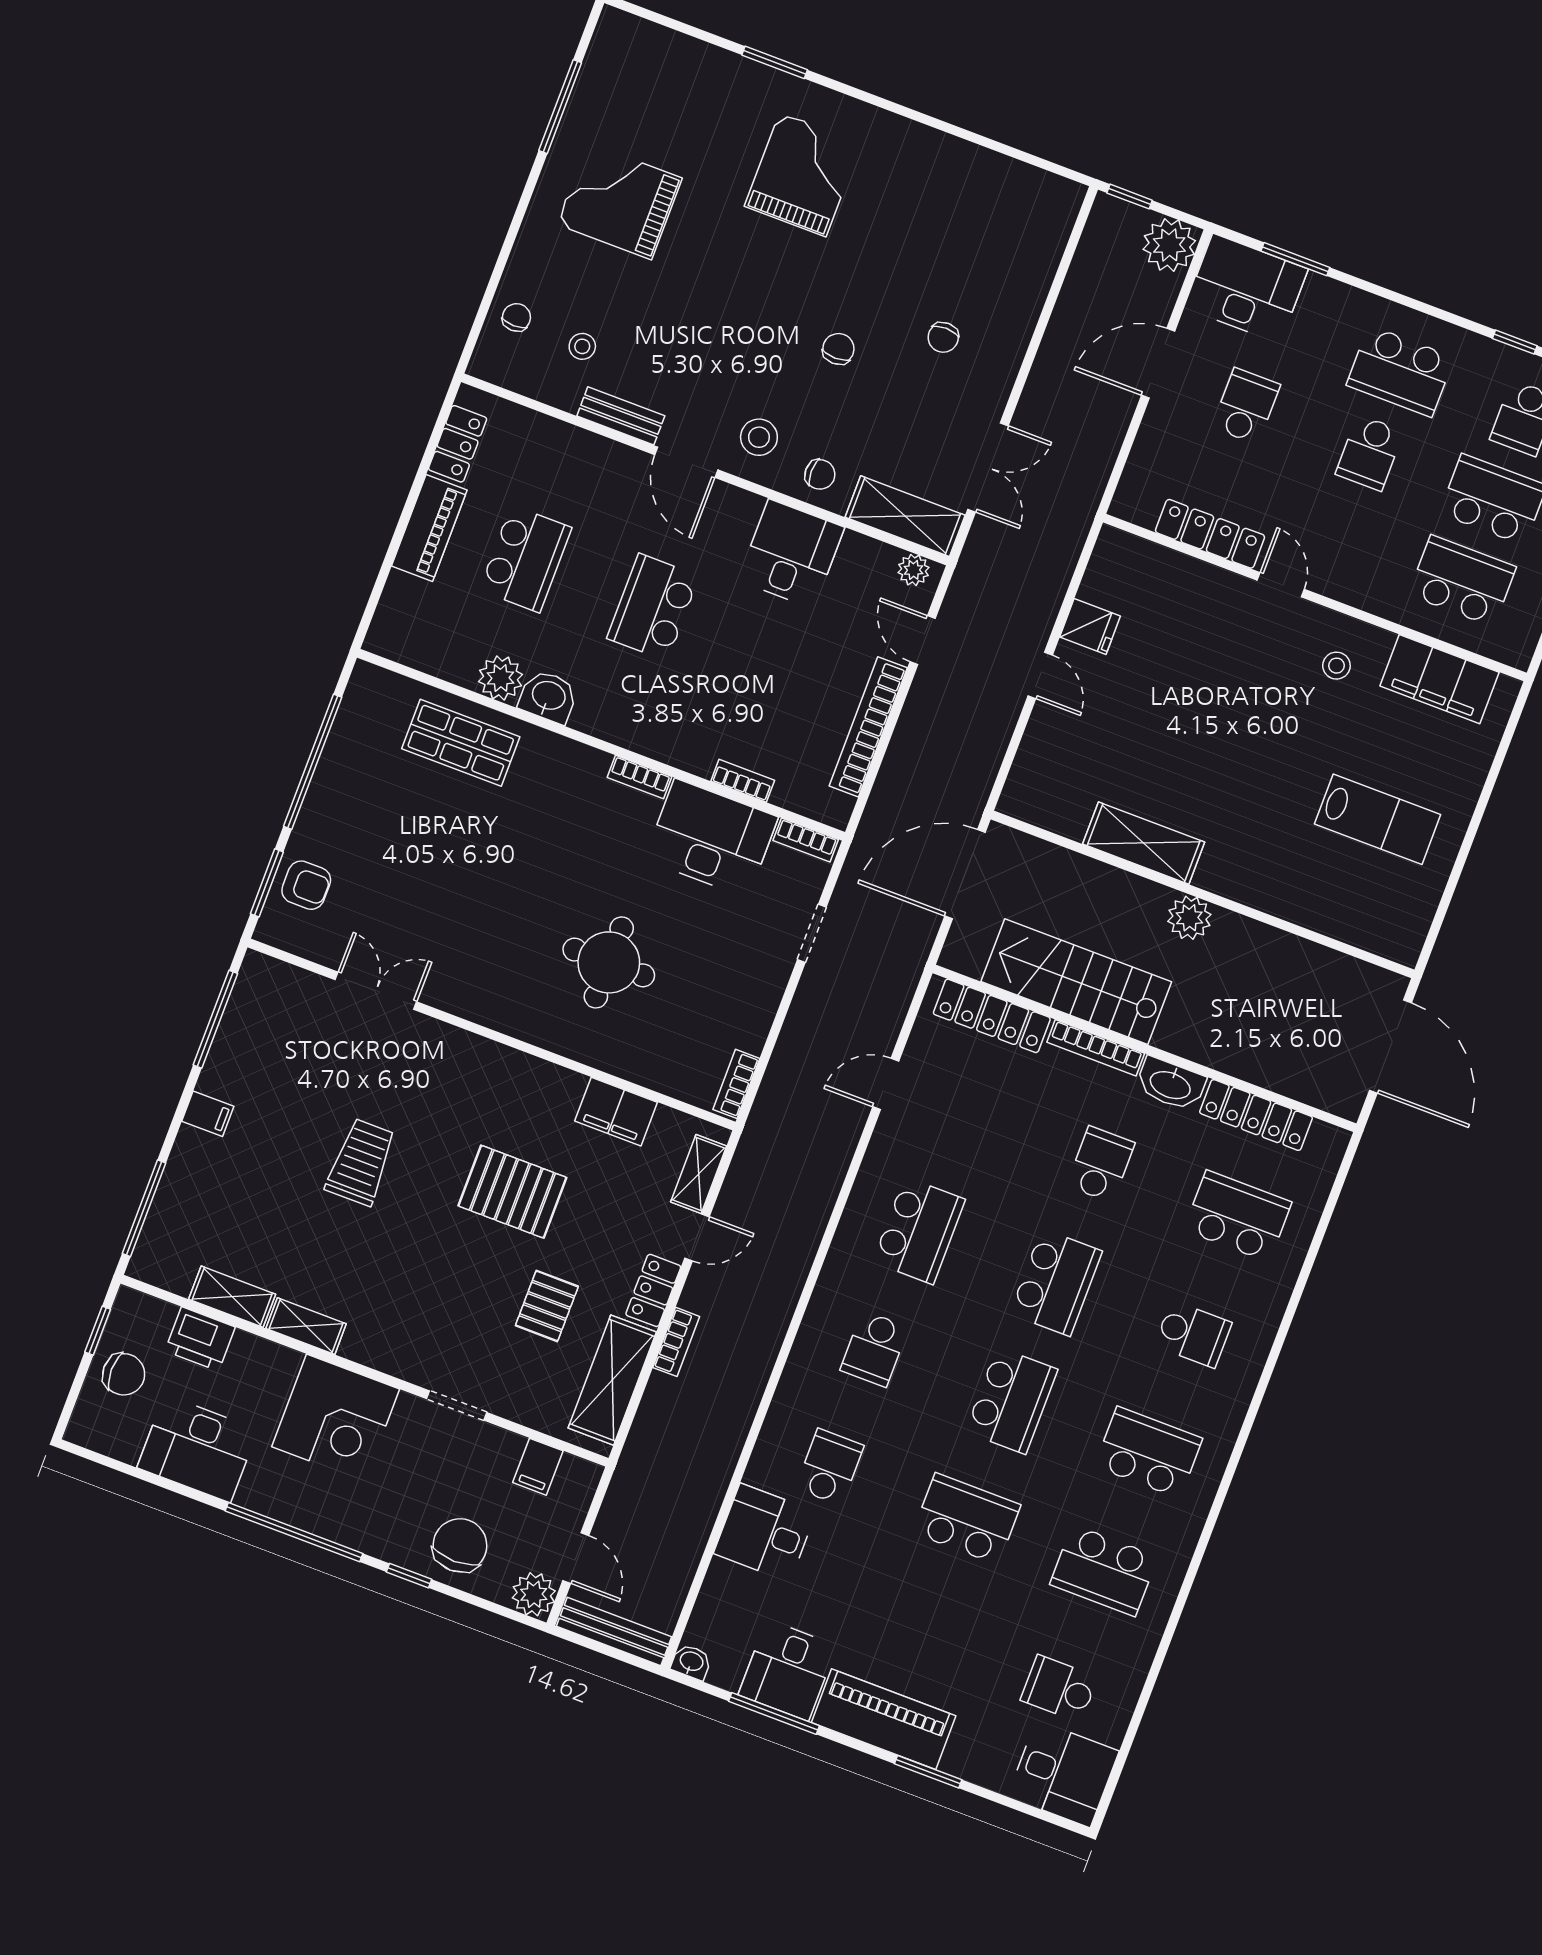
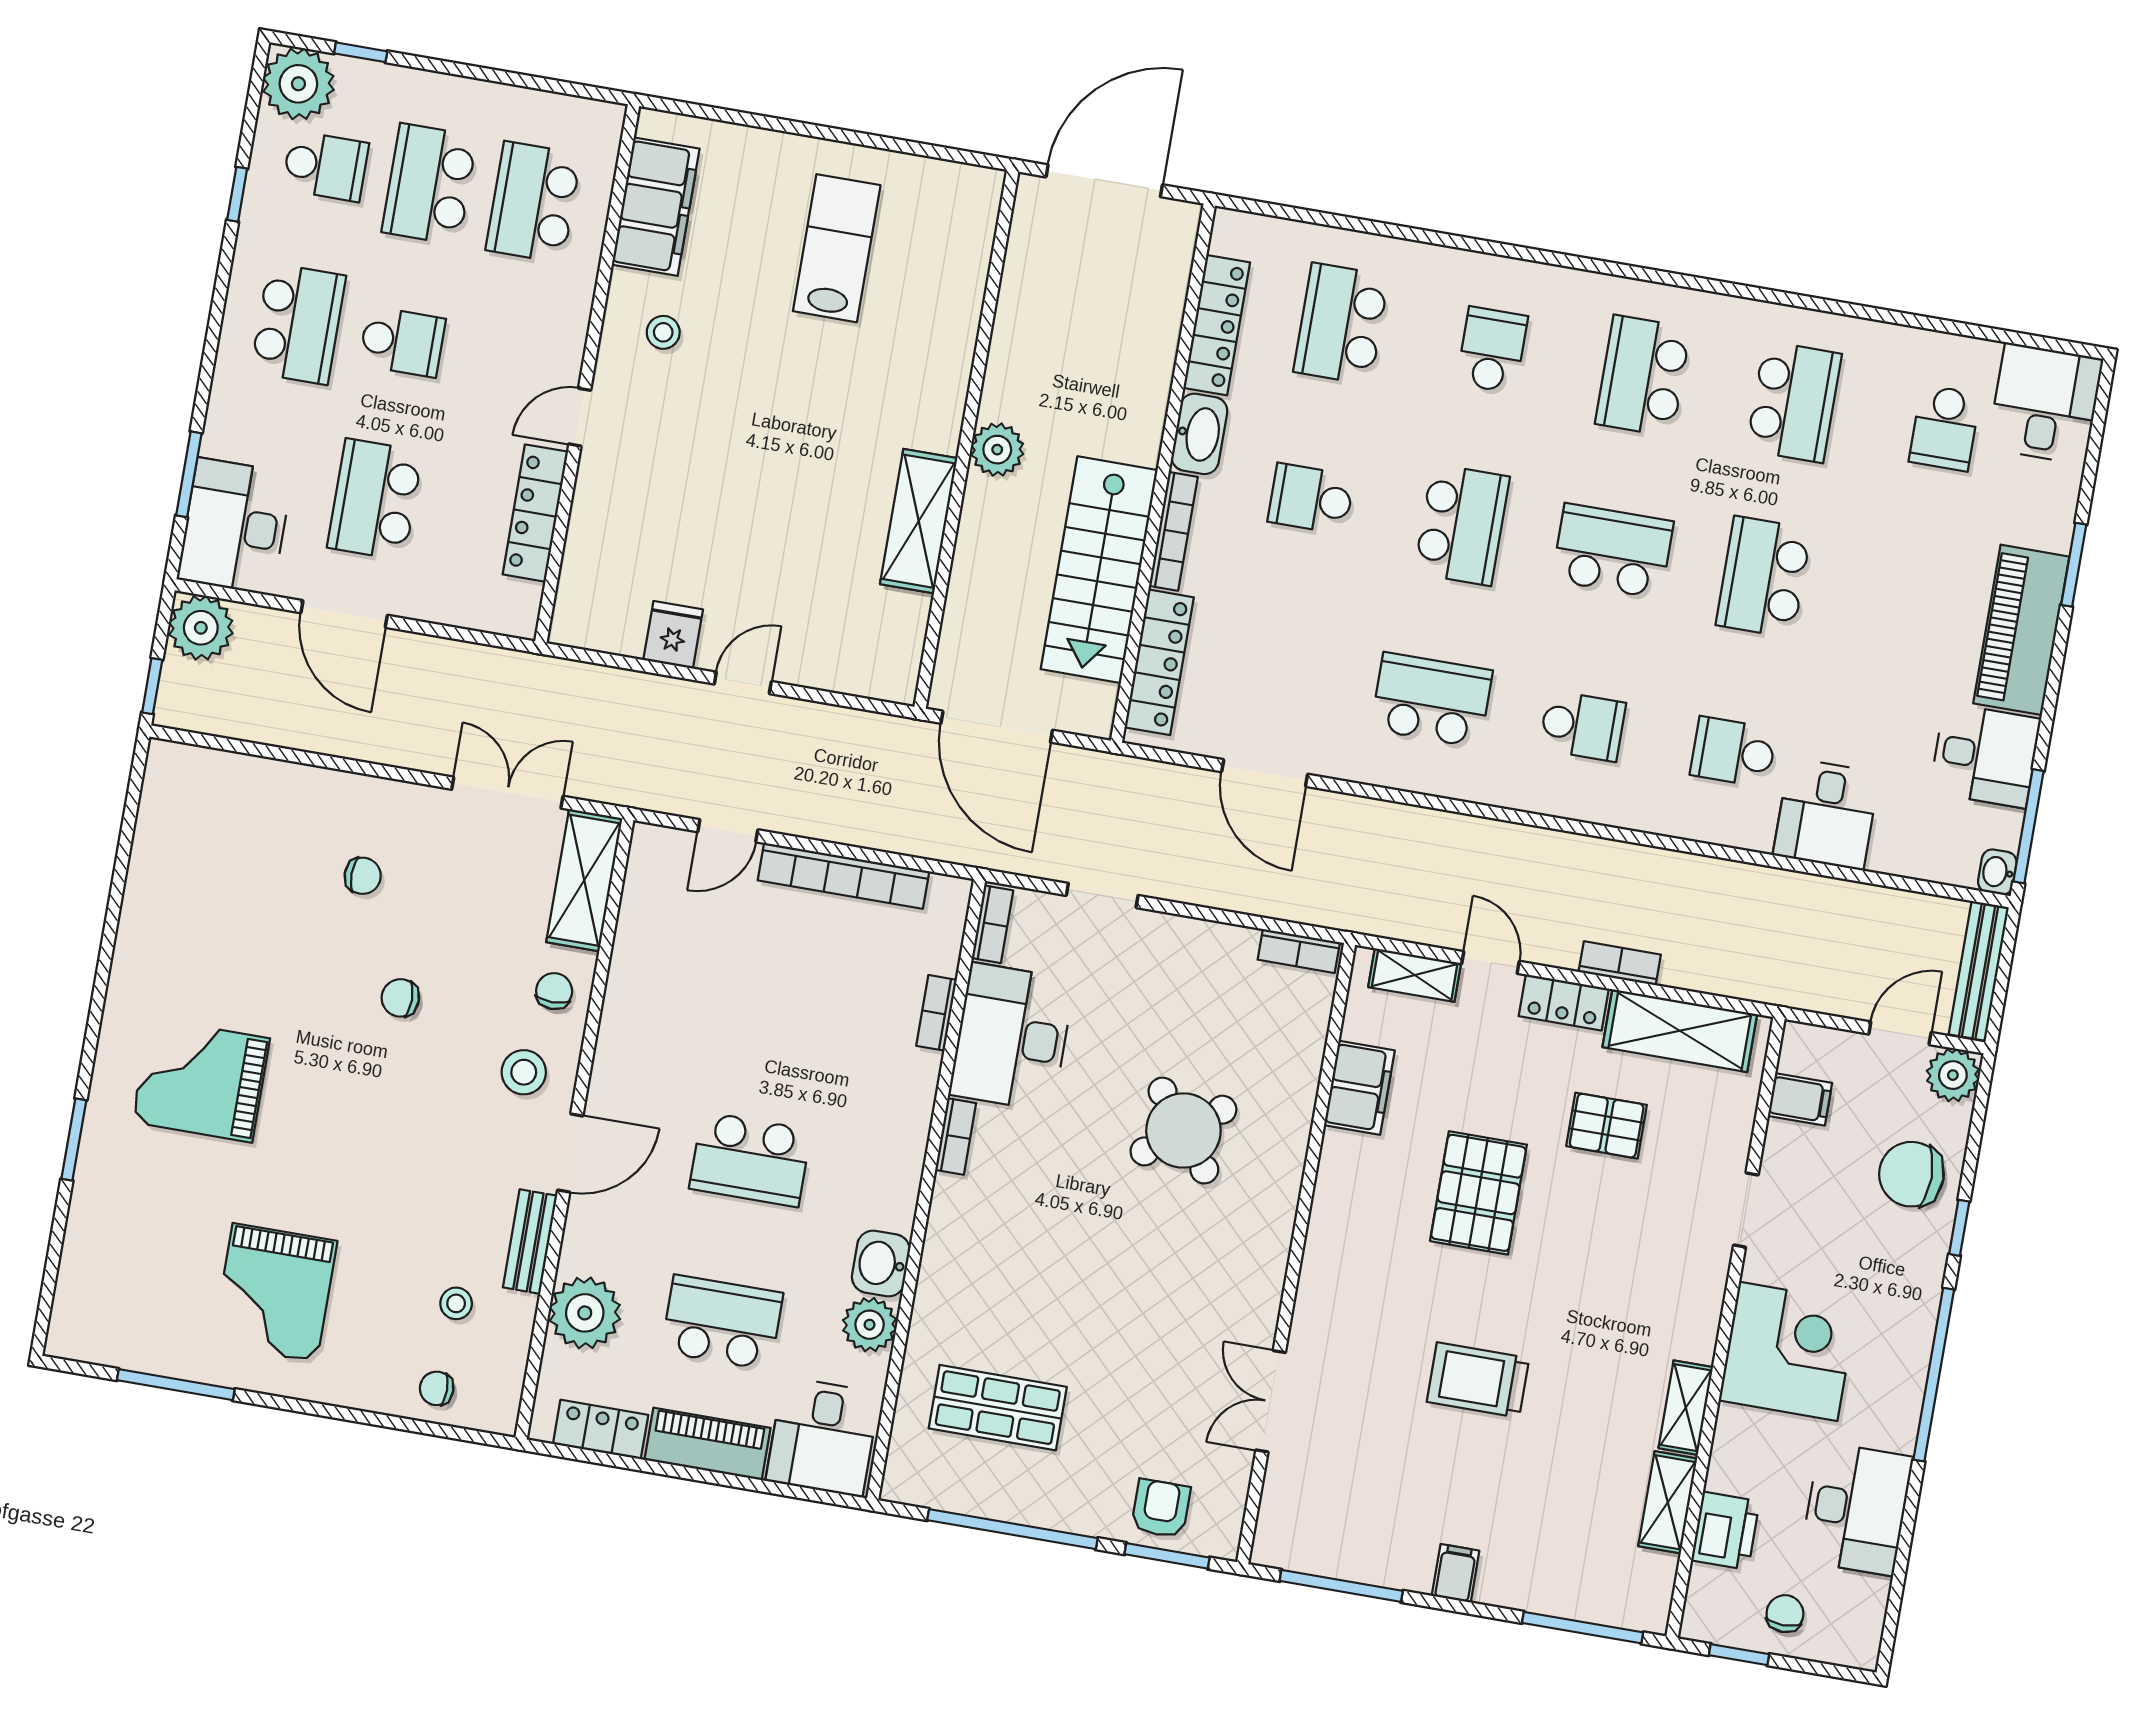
school desk: (1246, 406) -> (375, 499), width x1.85
desk: (791, 554) -> (823, 1437), moved, turned -90
plant: (913, 570) -> (585, 1313), moved, width x1.87, depth x1.87
shop shelf: (461, 743) -> (998, 1408), moved, turned 90
round table: (609, 962) -> (1183, 1131), turned -38
door: (886, 1084) -> (1265, 773), width x1.38
school desk: (1056, 1282) -> (1462, 525), turned 90
chair: (124, 1374) -> (1785, 1614), width x0.73, depth x0.73
window: (774, 1713) -> (2029, 826), moved

